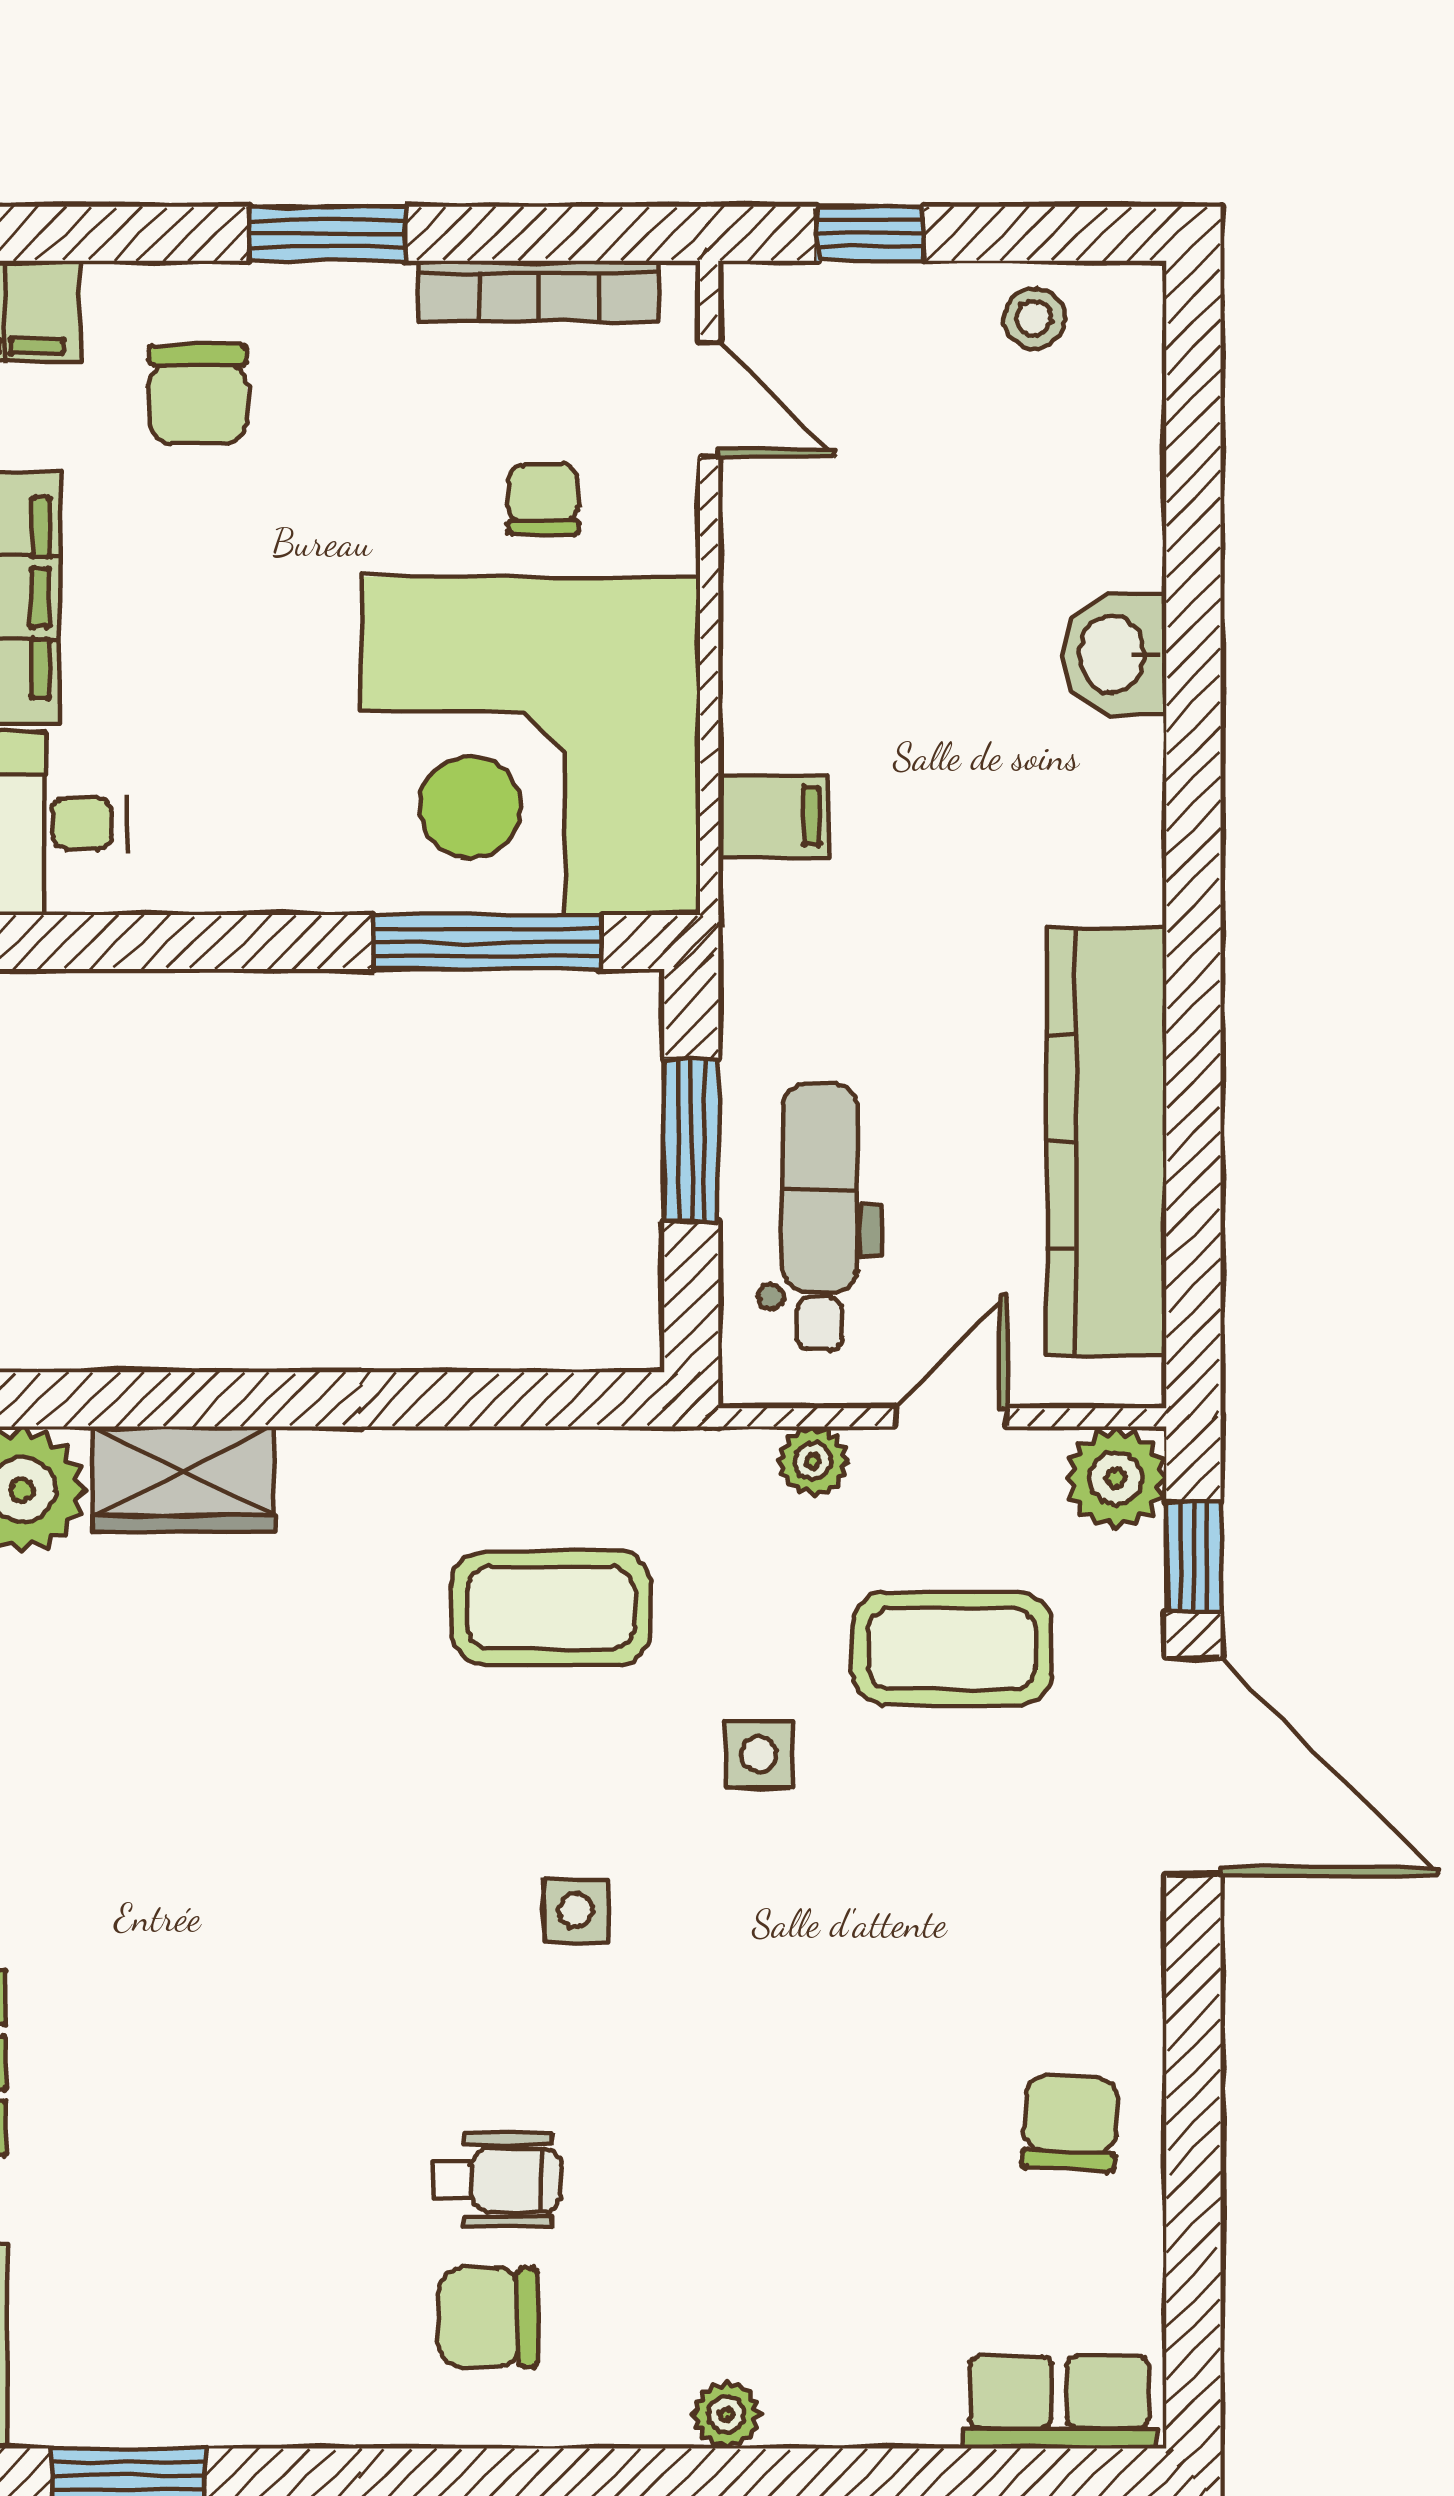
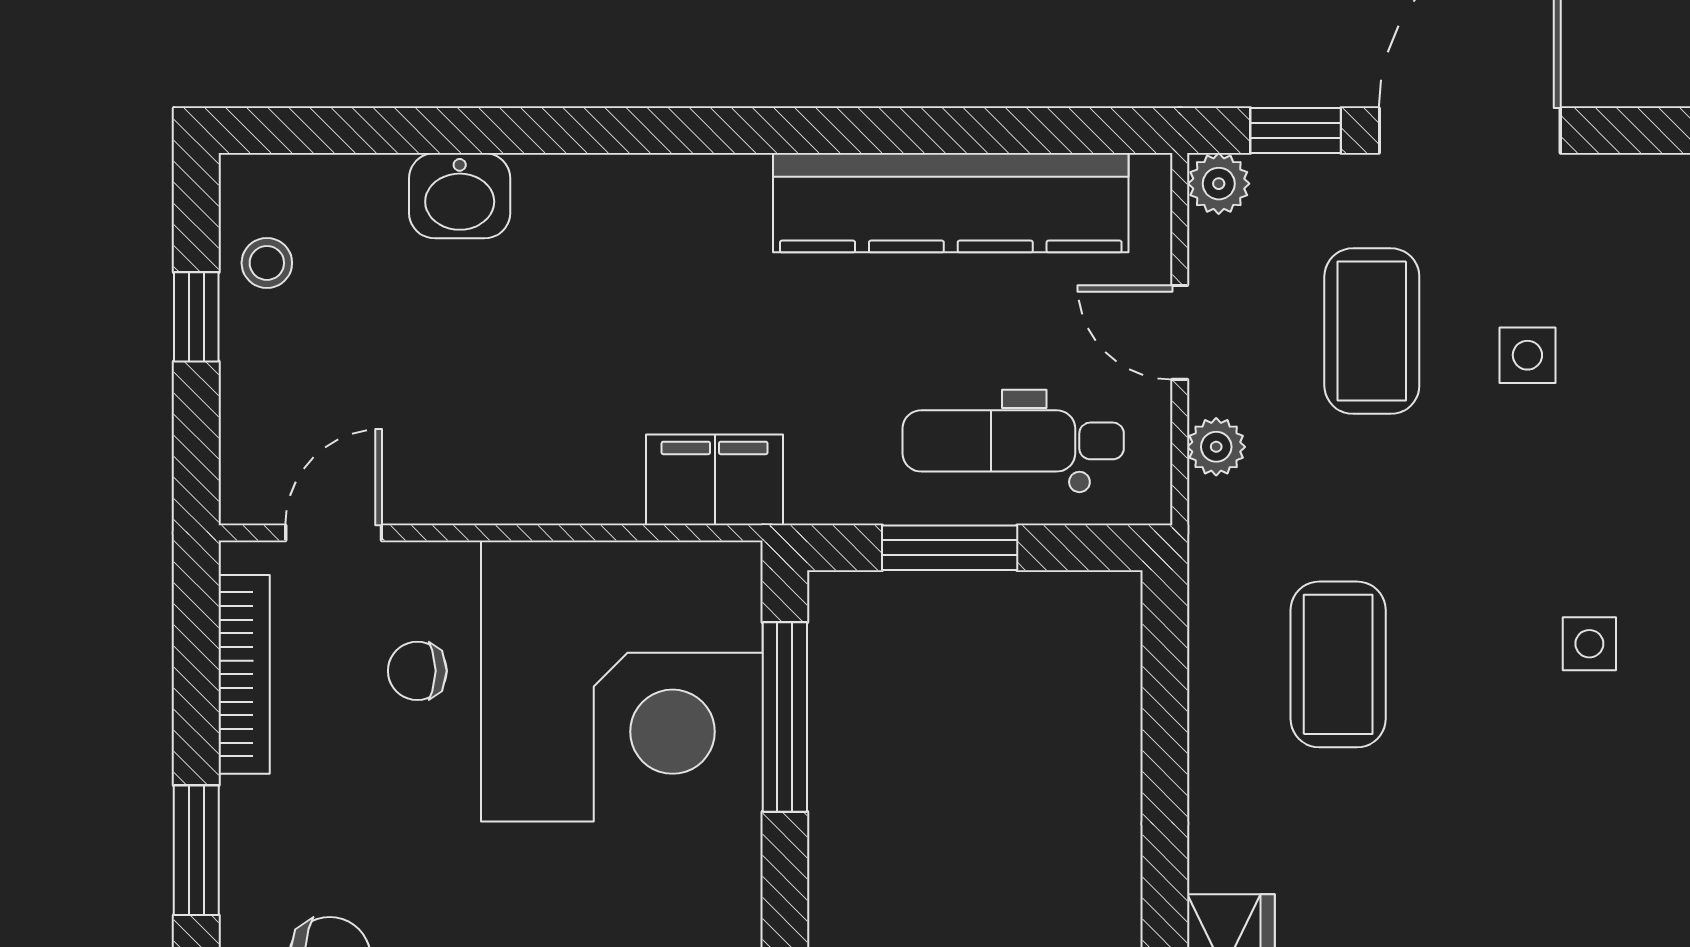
window: (870, 234) -> (196, 317), moved
washbasin: (1115, 654) -> (460, 196), moved
filing cabinet: (773, 816) -> (715, 480), width x2.00
plant: (1116, 1478) -> (1219, 184), width x0.73, depth x0.73
side table: (759, 1754) -> (1527, 355), moved

